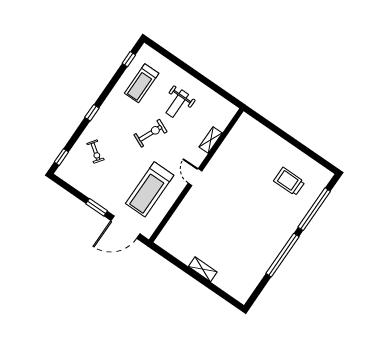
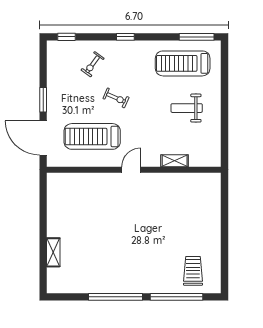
window: (129, 59) -> (197, 37), width x2.17
treadmill: (142, 83) -> (183, 63), width x1.37, depth x1.38
exercise bike: (150, 133) -> (116, 98), moved, width x0.73, depth x0.72
trolley: (289, 181) -> (193, 271), moved
shelving: (203, 269) -> (53, 252), moved

